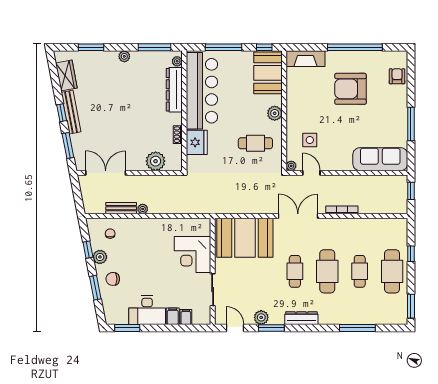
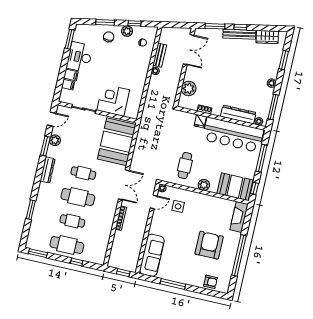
fridge: (197, 142) -> (200, 121), width x0.53, depth x0.75
window: (357, 328) -> (31, 210), width x0.69

